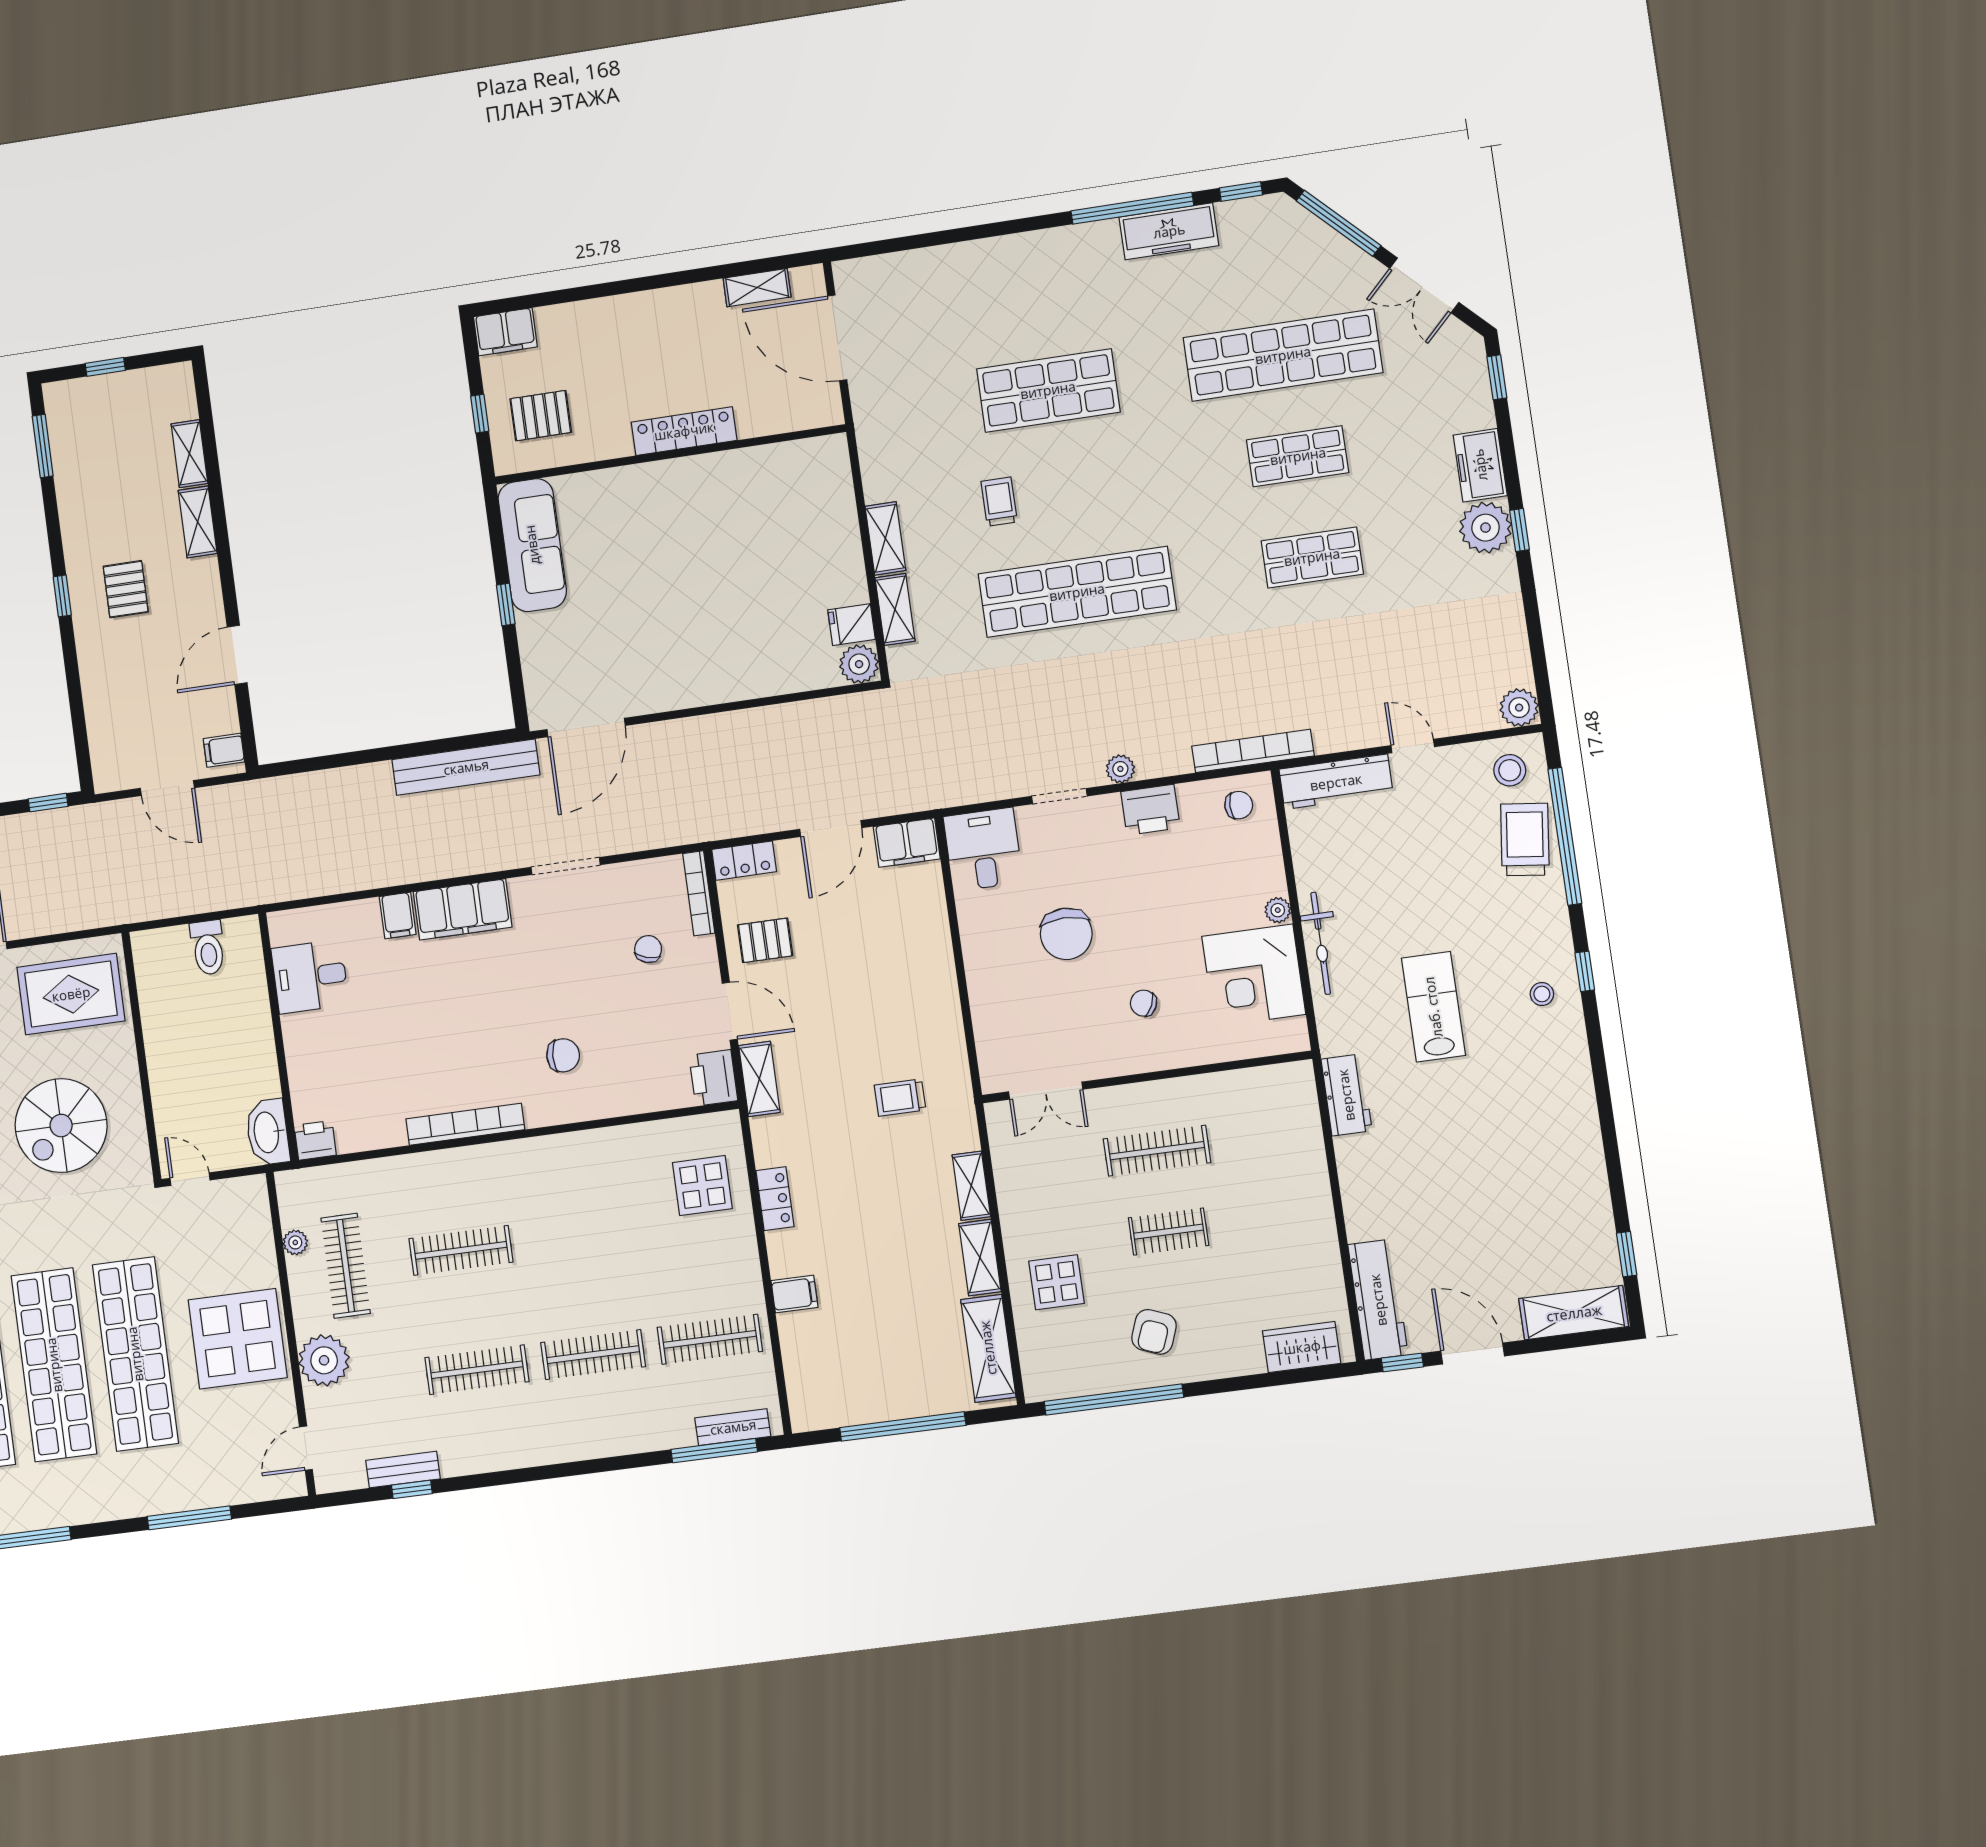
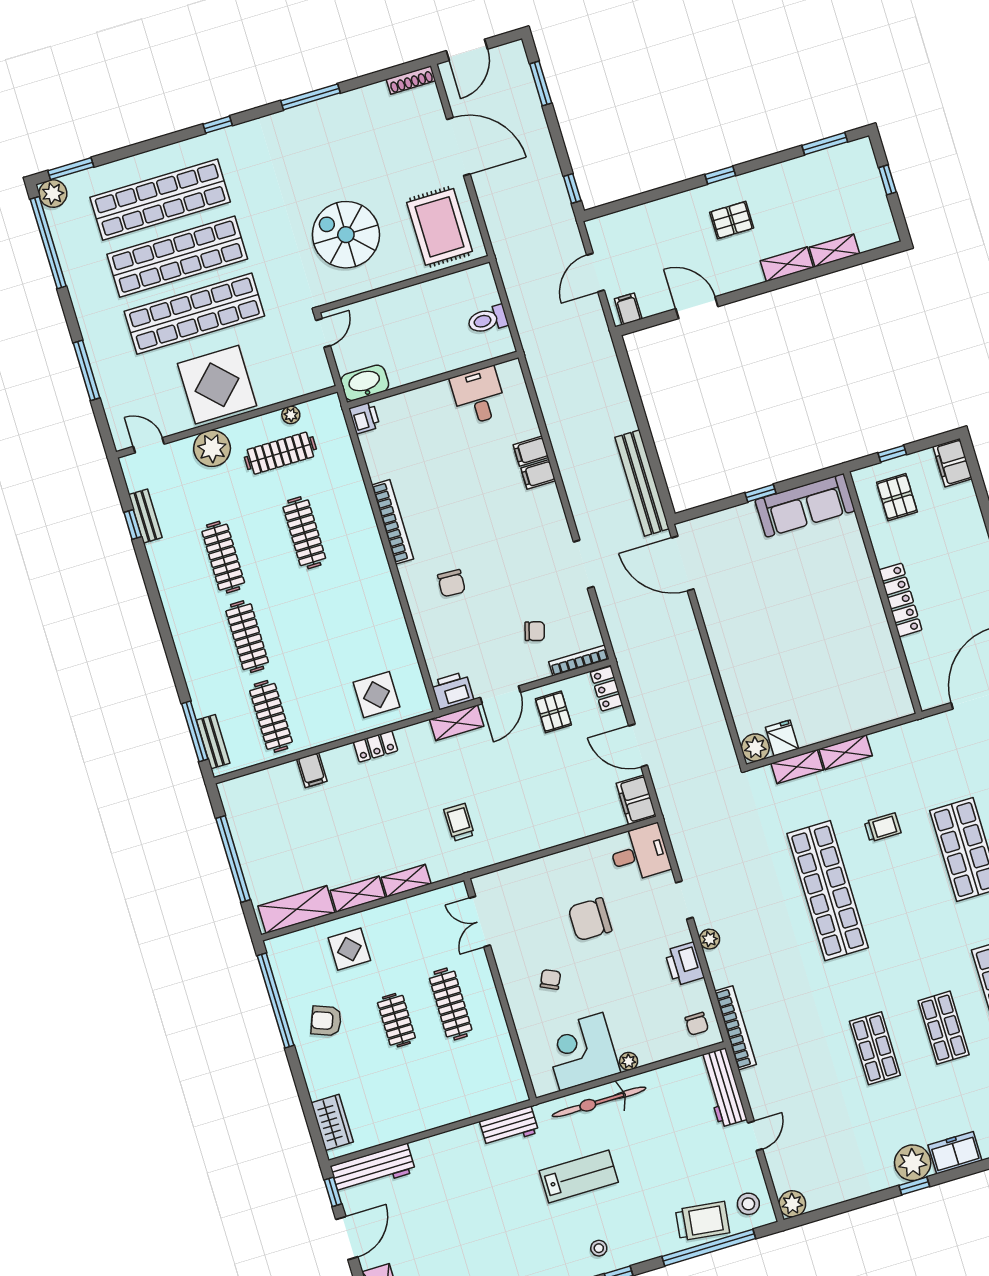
filing cabinet: (463, 909) -> (538, 474), width x0.33, depth x0.86
bicycle: (1321, 943) -> (599, 1102), width x1.37, depth x1.40

